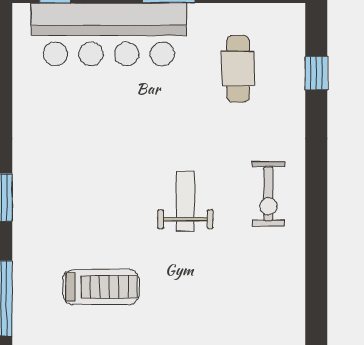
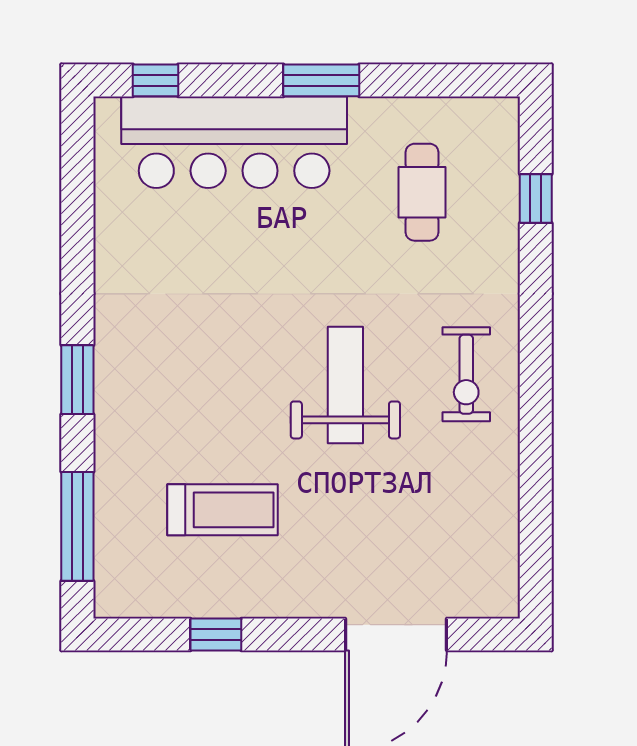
weight bench: (185, 201) -> (345, 385), width x1.36, depth x1.33

